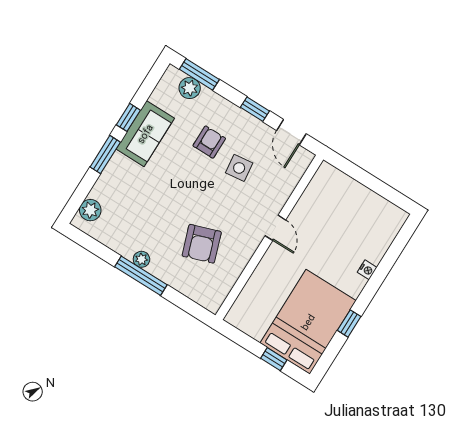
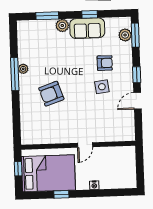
window: (105, 155) -> (47, 16), moved
plant: (90, 210) -> (62, 25), moved
door: (275, 228) -> (85, 145), moved
wall: (269, 237) -> (78, 145), moved

